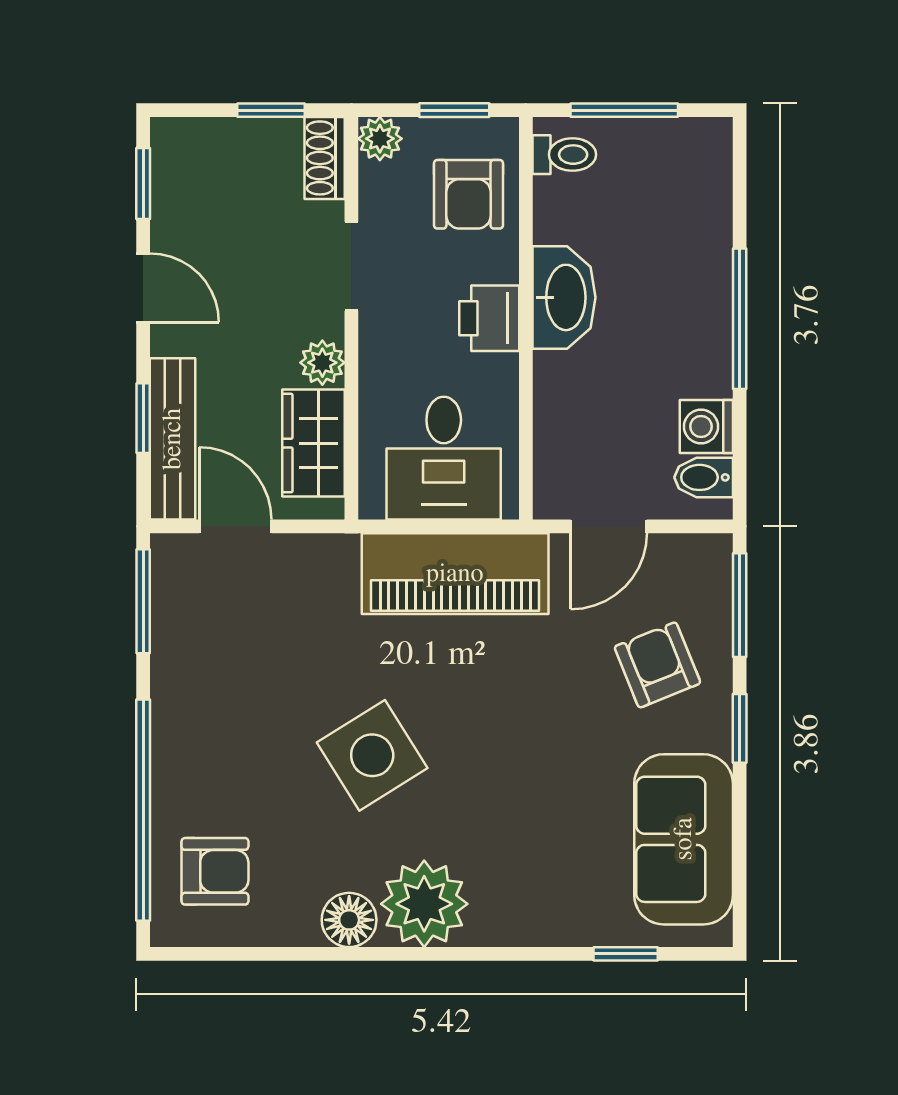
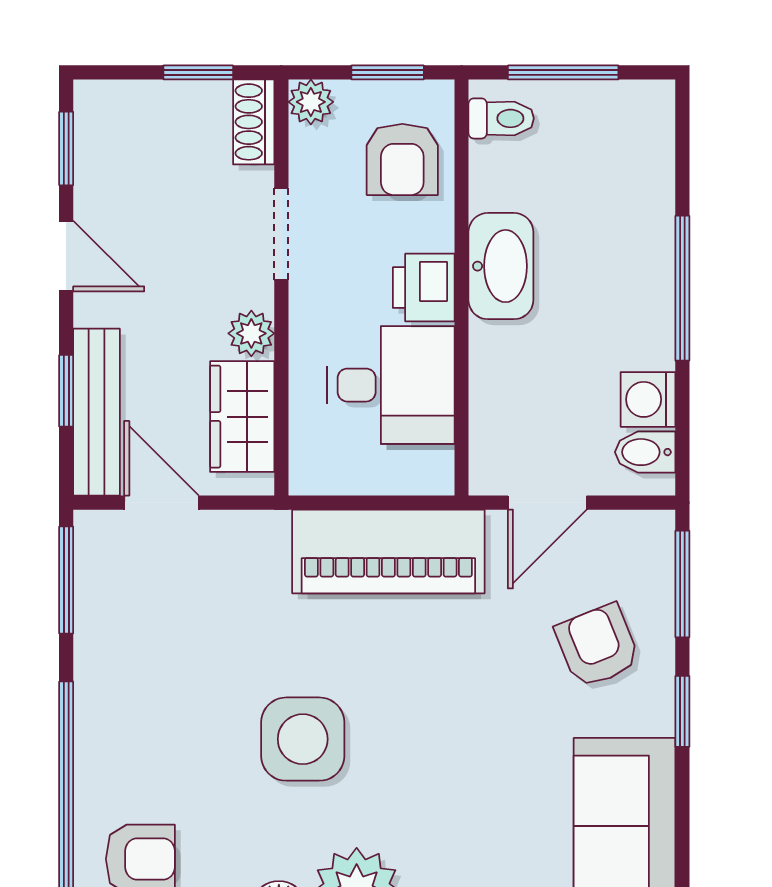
desk: (444, 458) -> (391, 385), moved, turned -90
side table: (372, 755) -> (303, 739), turned 32

